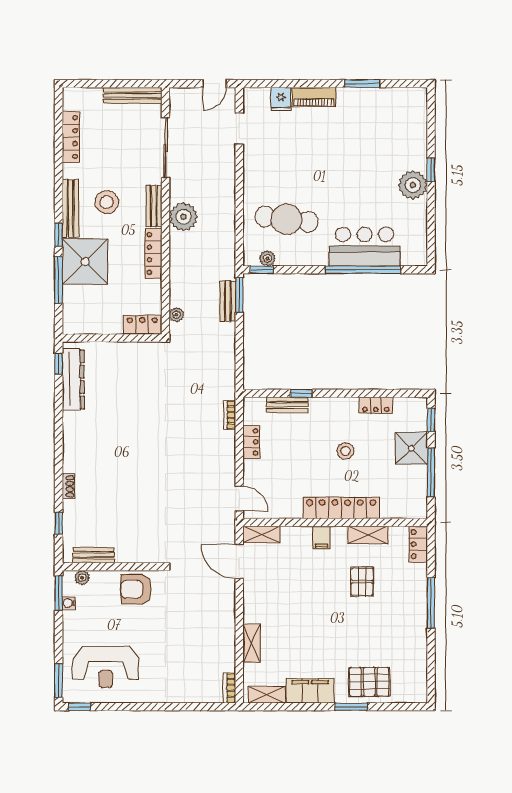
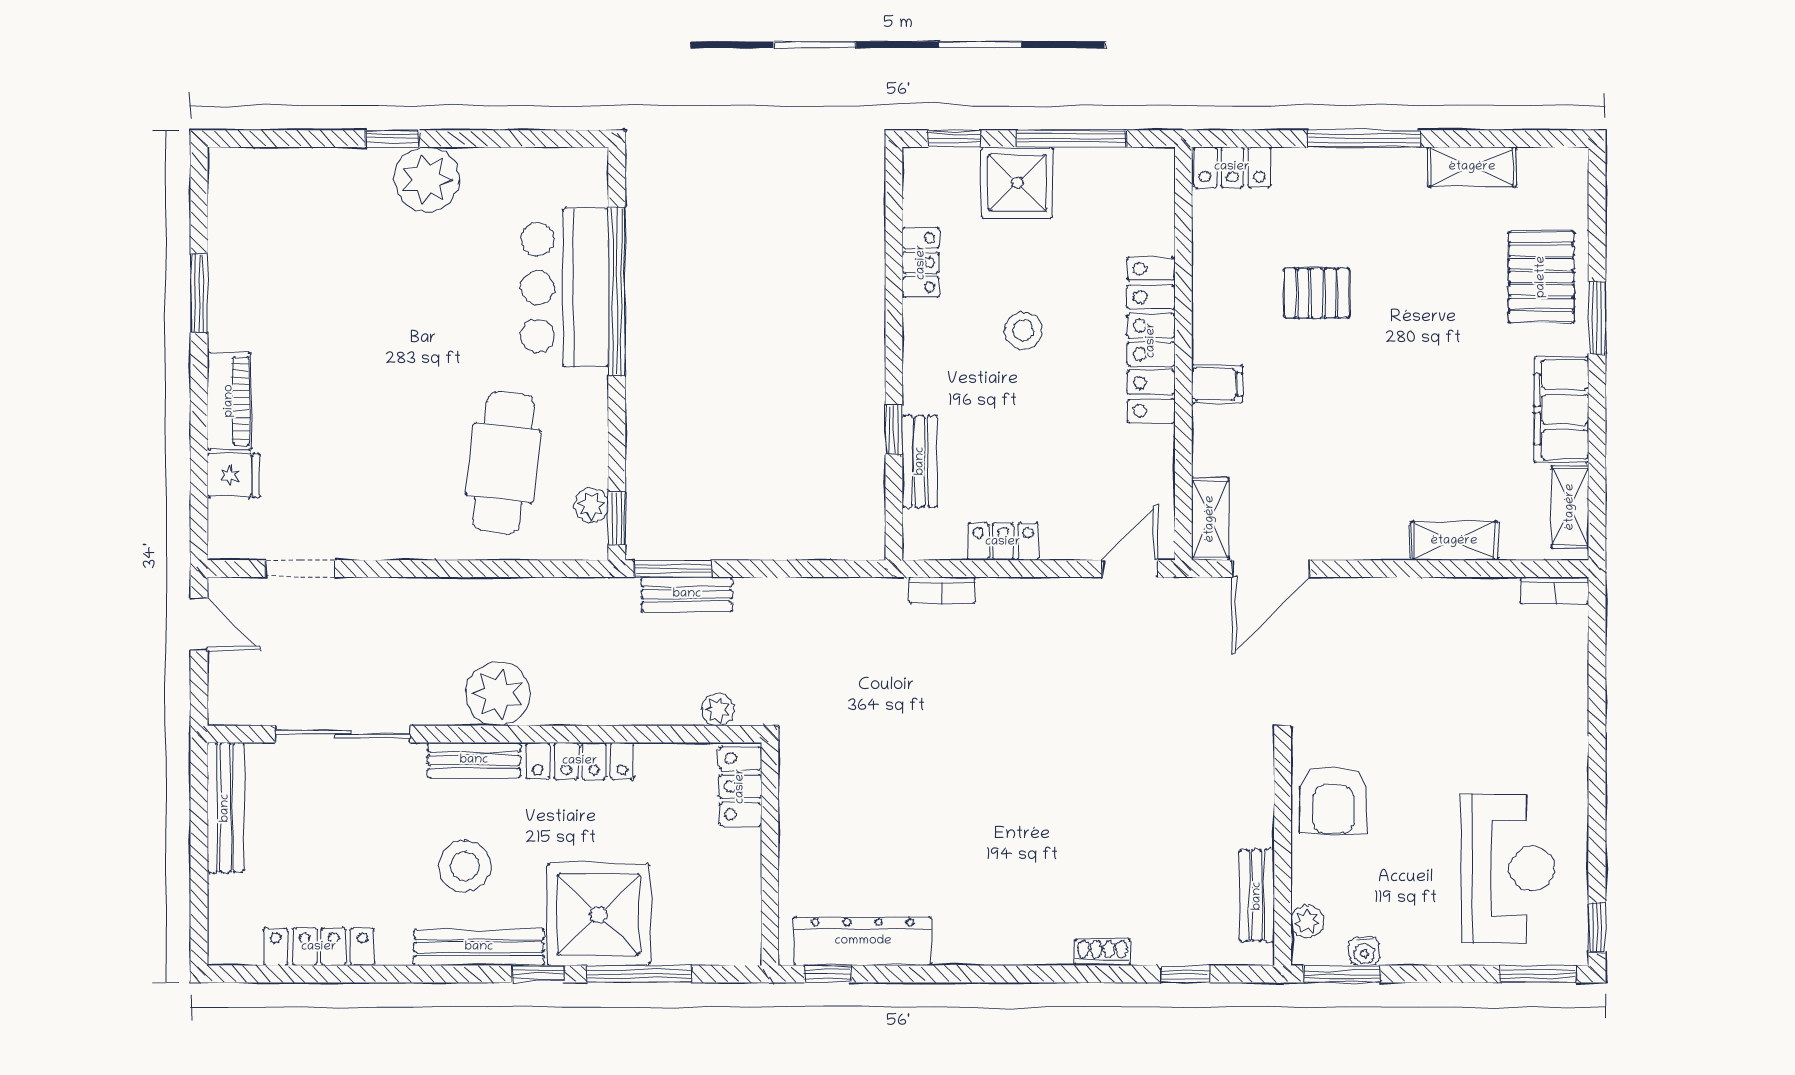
shelving: (368, 535) -> (1472, 167), moved, turned 90

